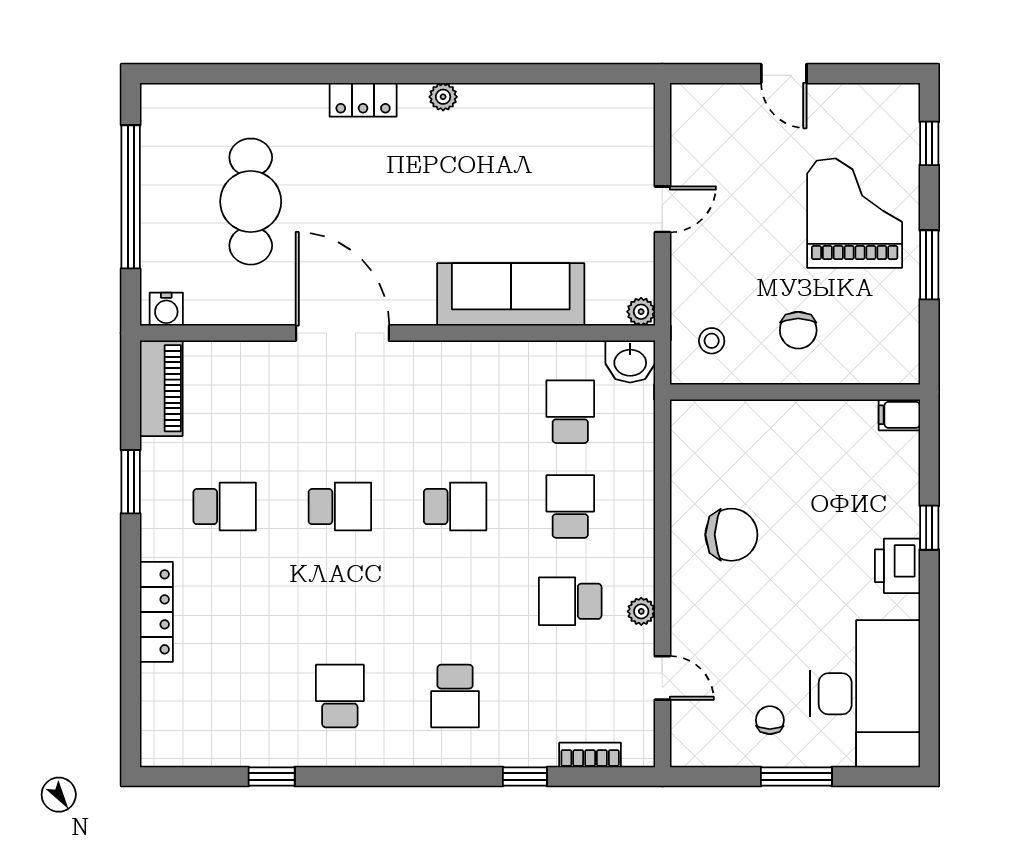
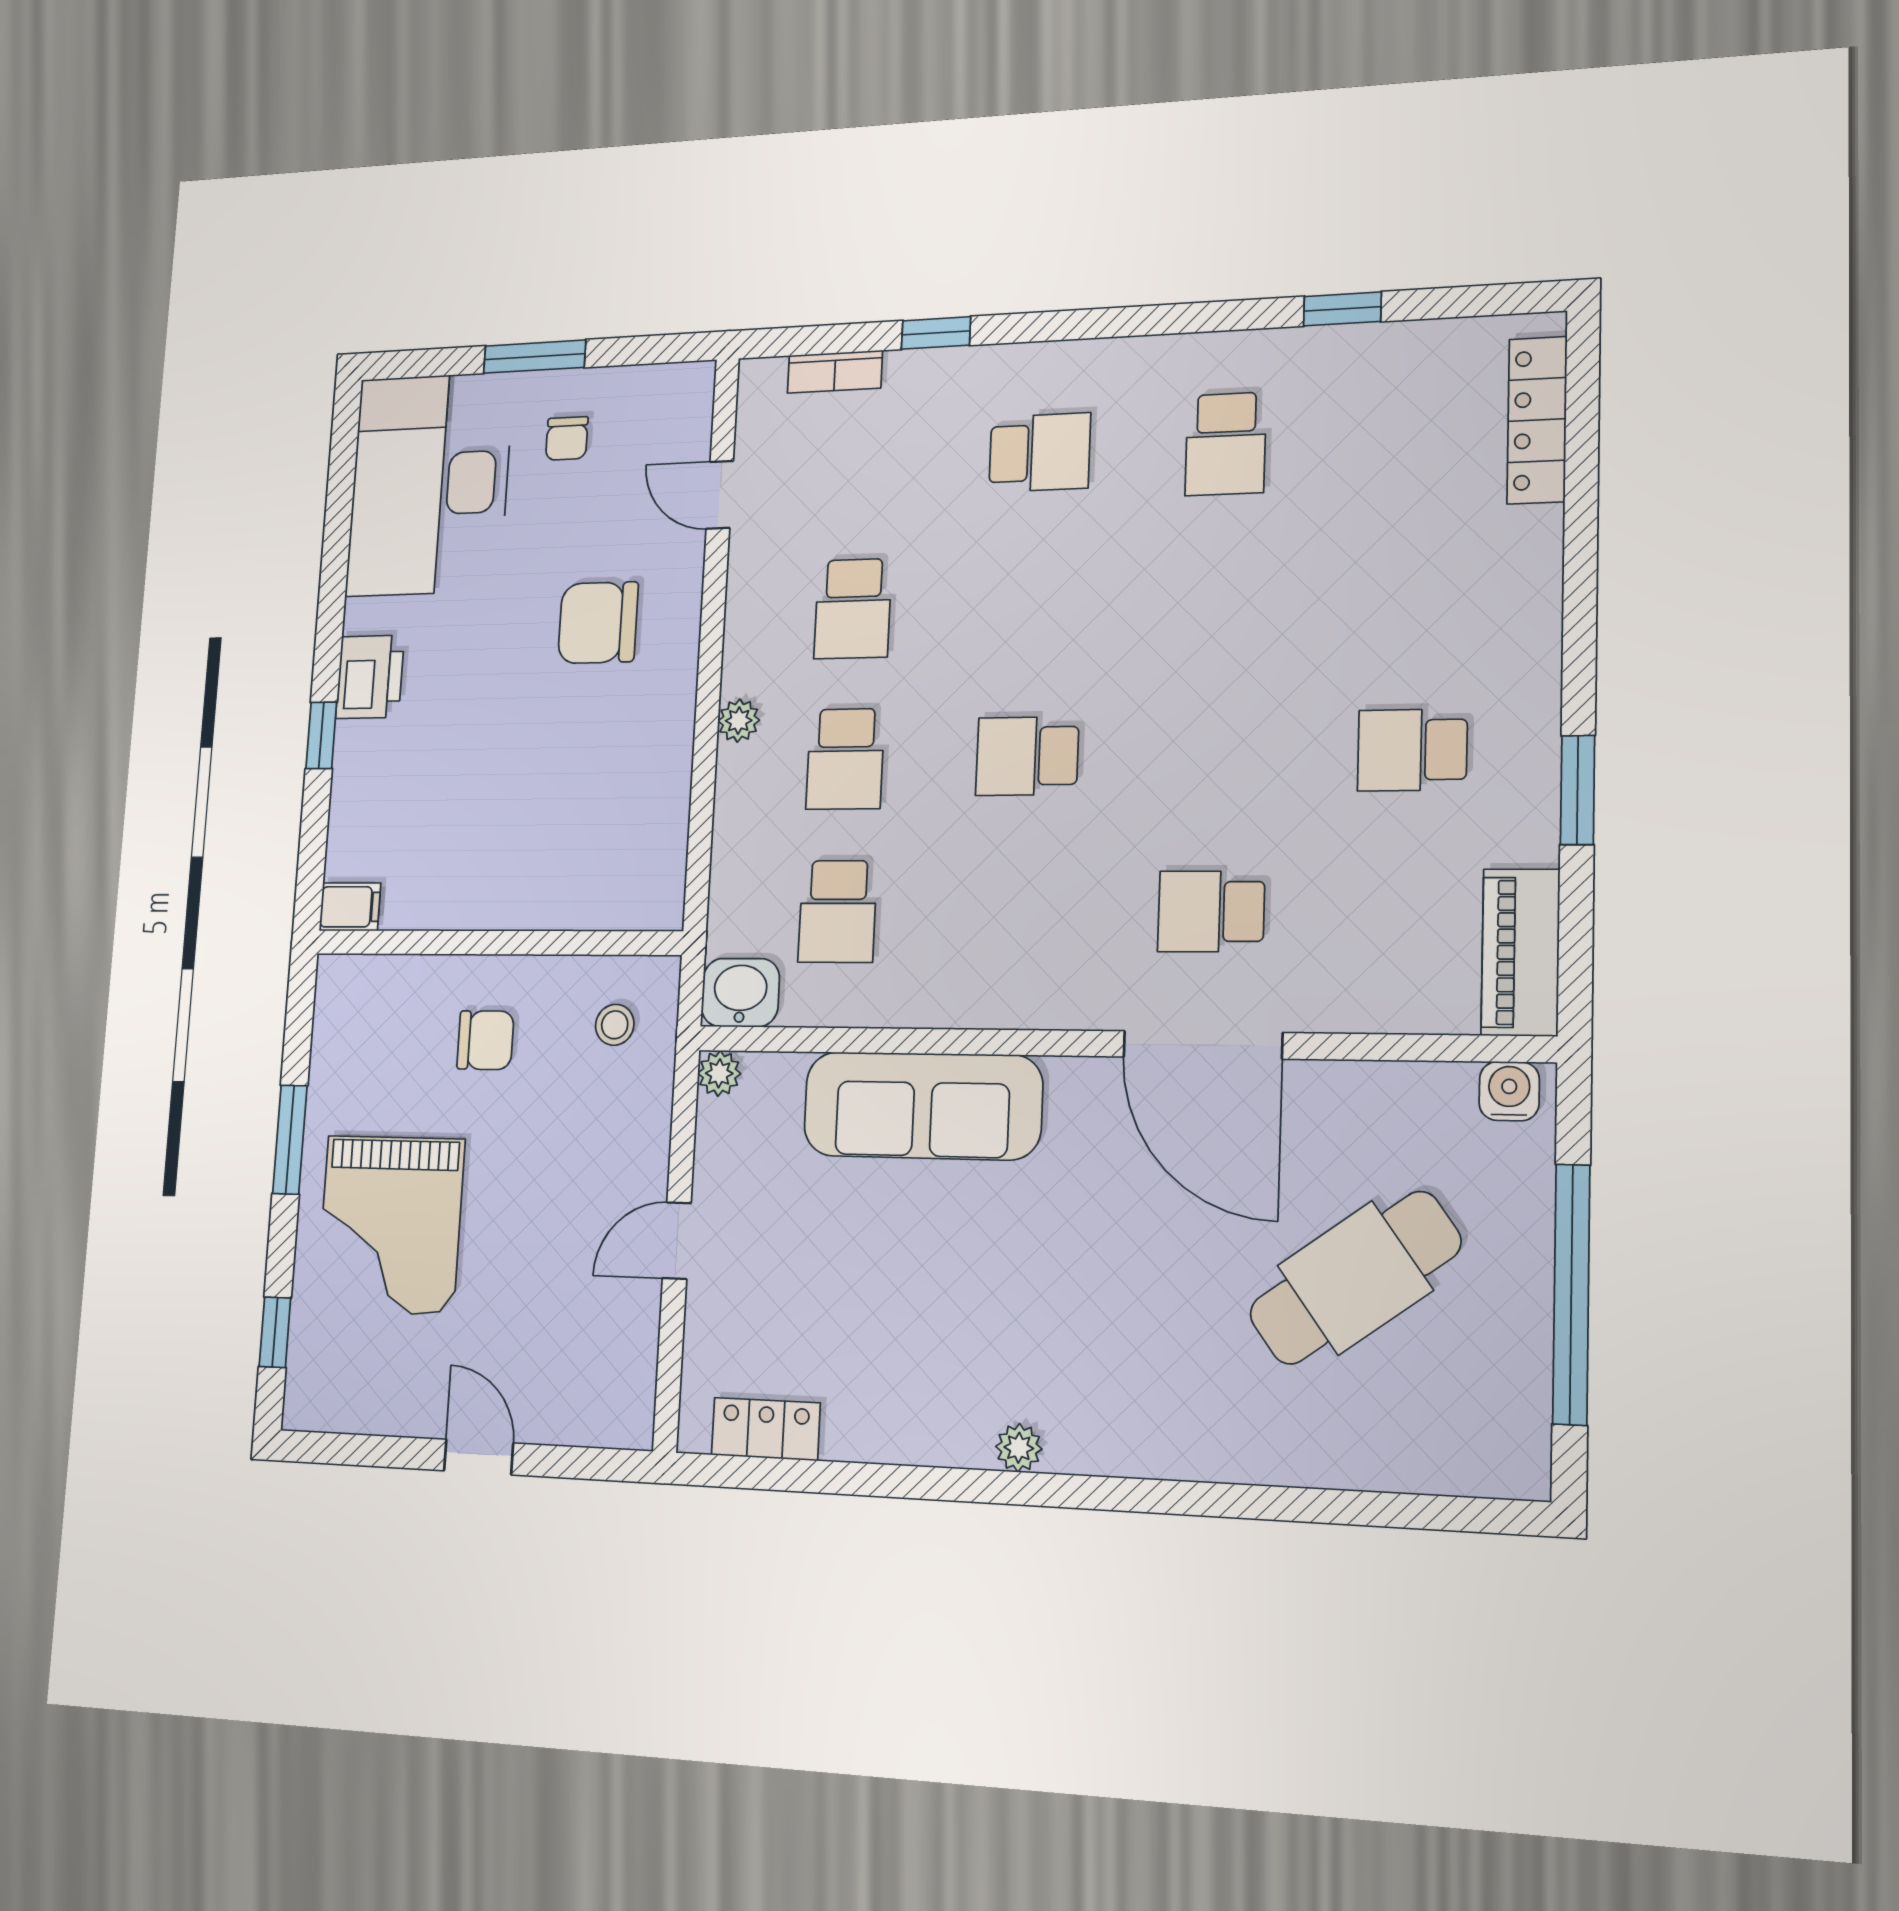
locker: (363, 100) -> (766, 1429), moved
cafe table: (251, 202) -> (1355, 1278), turned 54
chair: (798, 330) -> (485, 1040), turned 90
school desk: (340, 507) -> (1211, 911), moved
chair: (731, 535) -> (598, 623), moved
school desk: (570, 601) -> (853, 609), turned 90
plant: (641, 611) -> (739, 721), moved
locker: (156, 612) -> (1537, 420), moved
school desk: (455, 696) -> (1040, 453), turned 90

